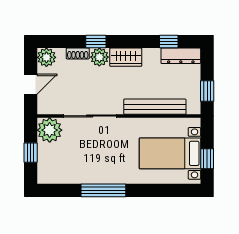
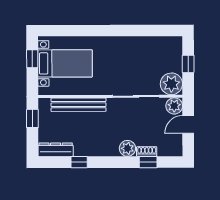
window: (96, 42) -> (148, 162), moved
window: (169, 42) -> (79, 162), moved
plant: (46, 57) -> (174, 106), moved
wardrobe: (126, 57) -> (104, 148), removed
window: (103, 190) -> (124, 31), removed

